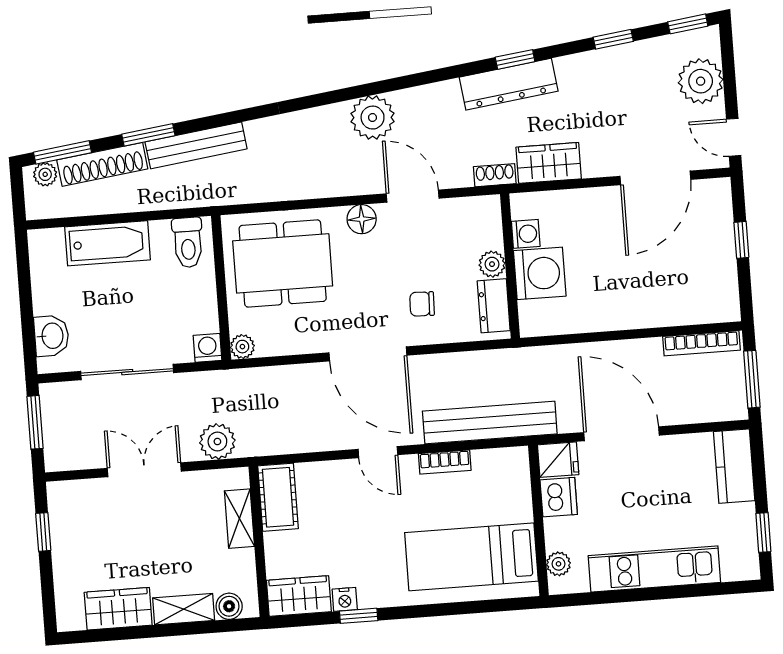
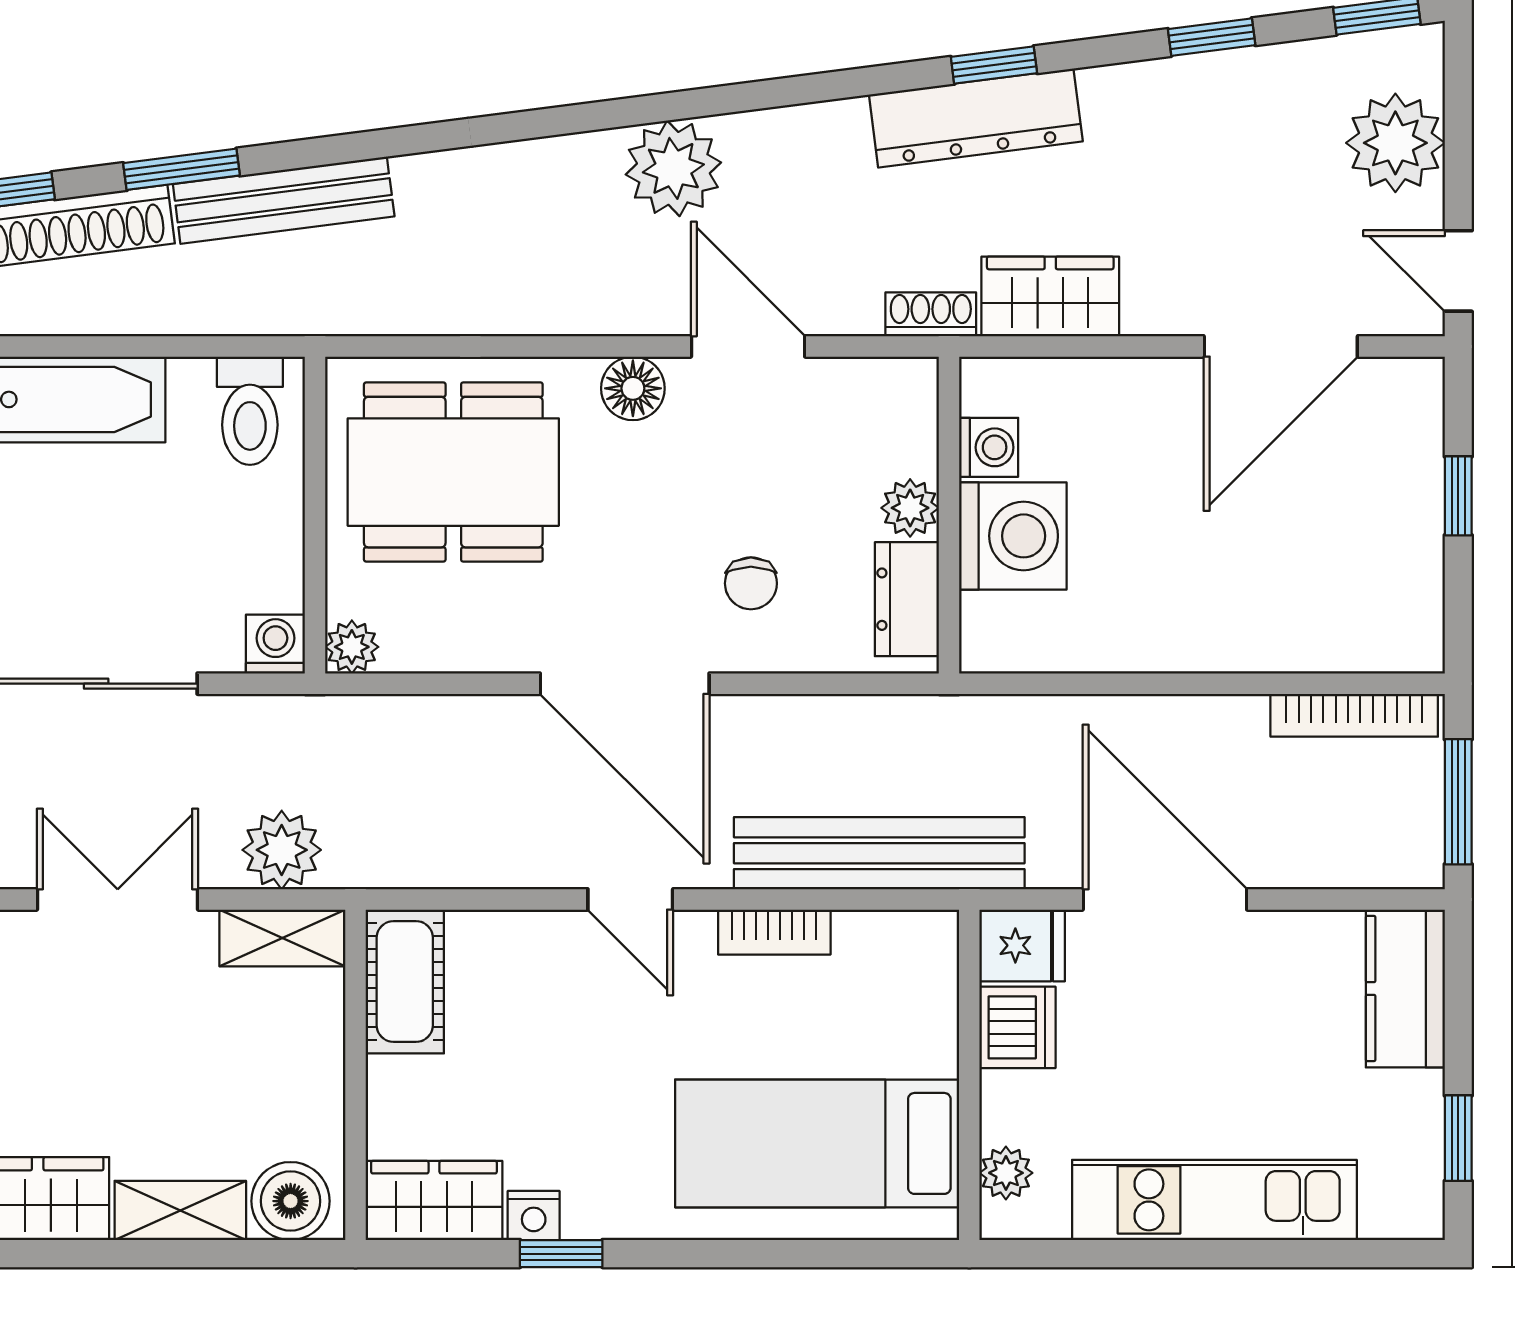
chair: (422, 304) -> (751, 583), turned -92
shelving: (239, 519) -> (282, 938), moved, turned 90
boiler: (229, 606) -> (291, 1201), width x1.36, depth x1.36

